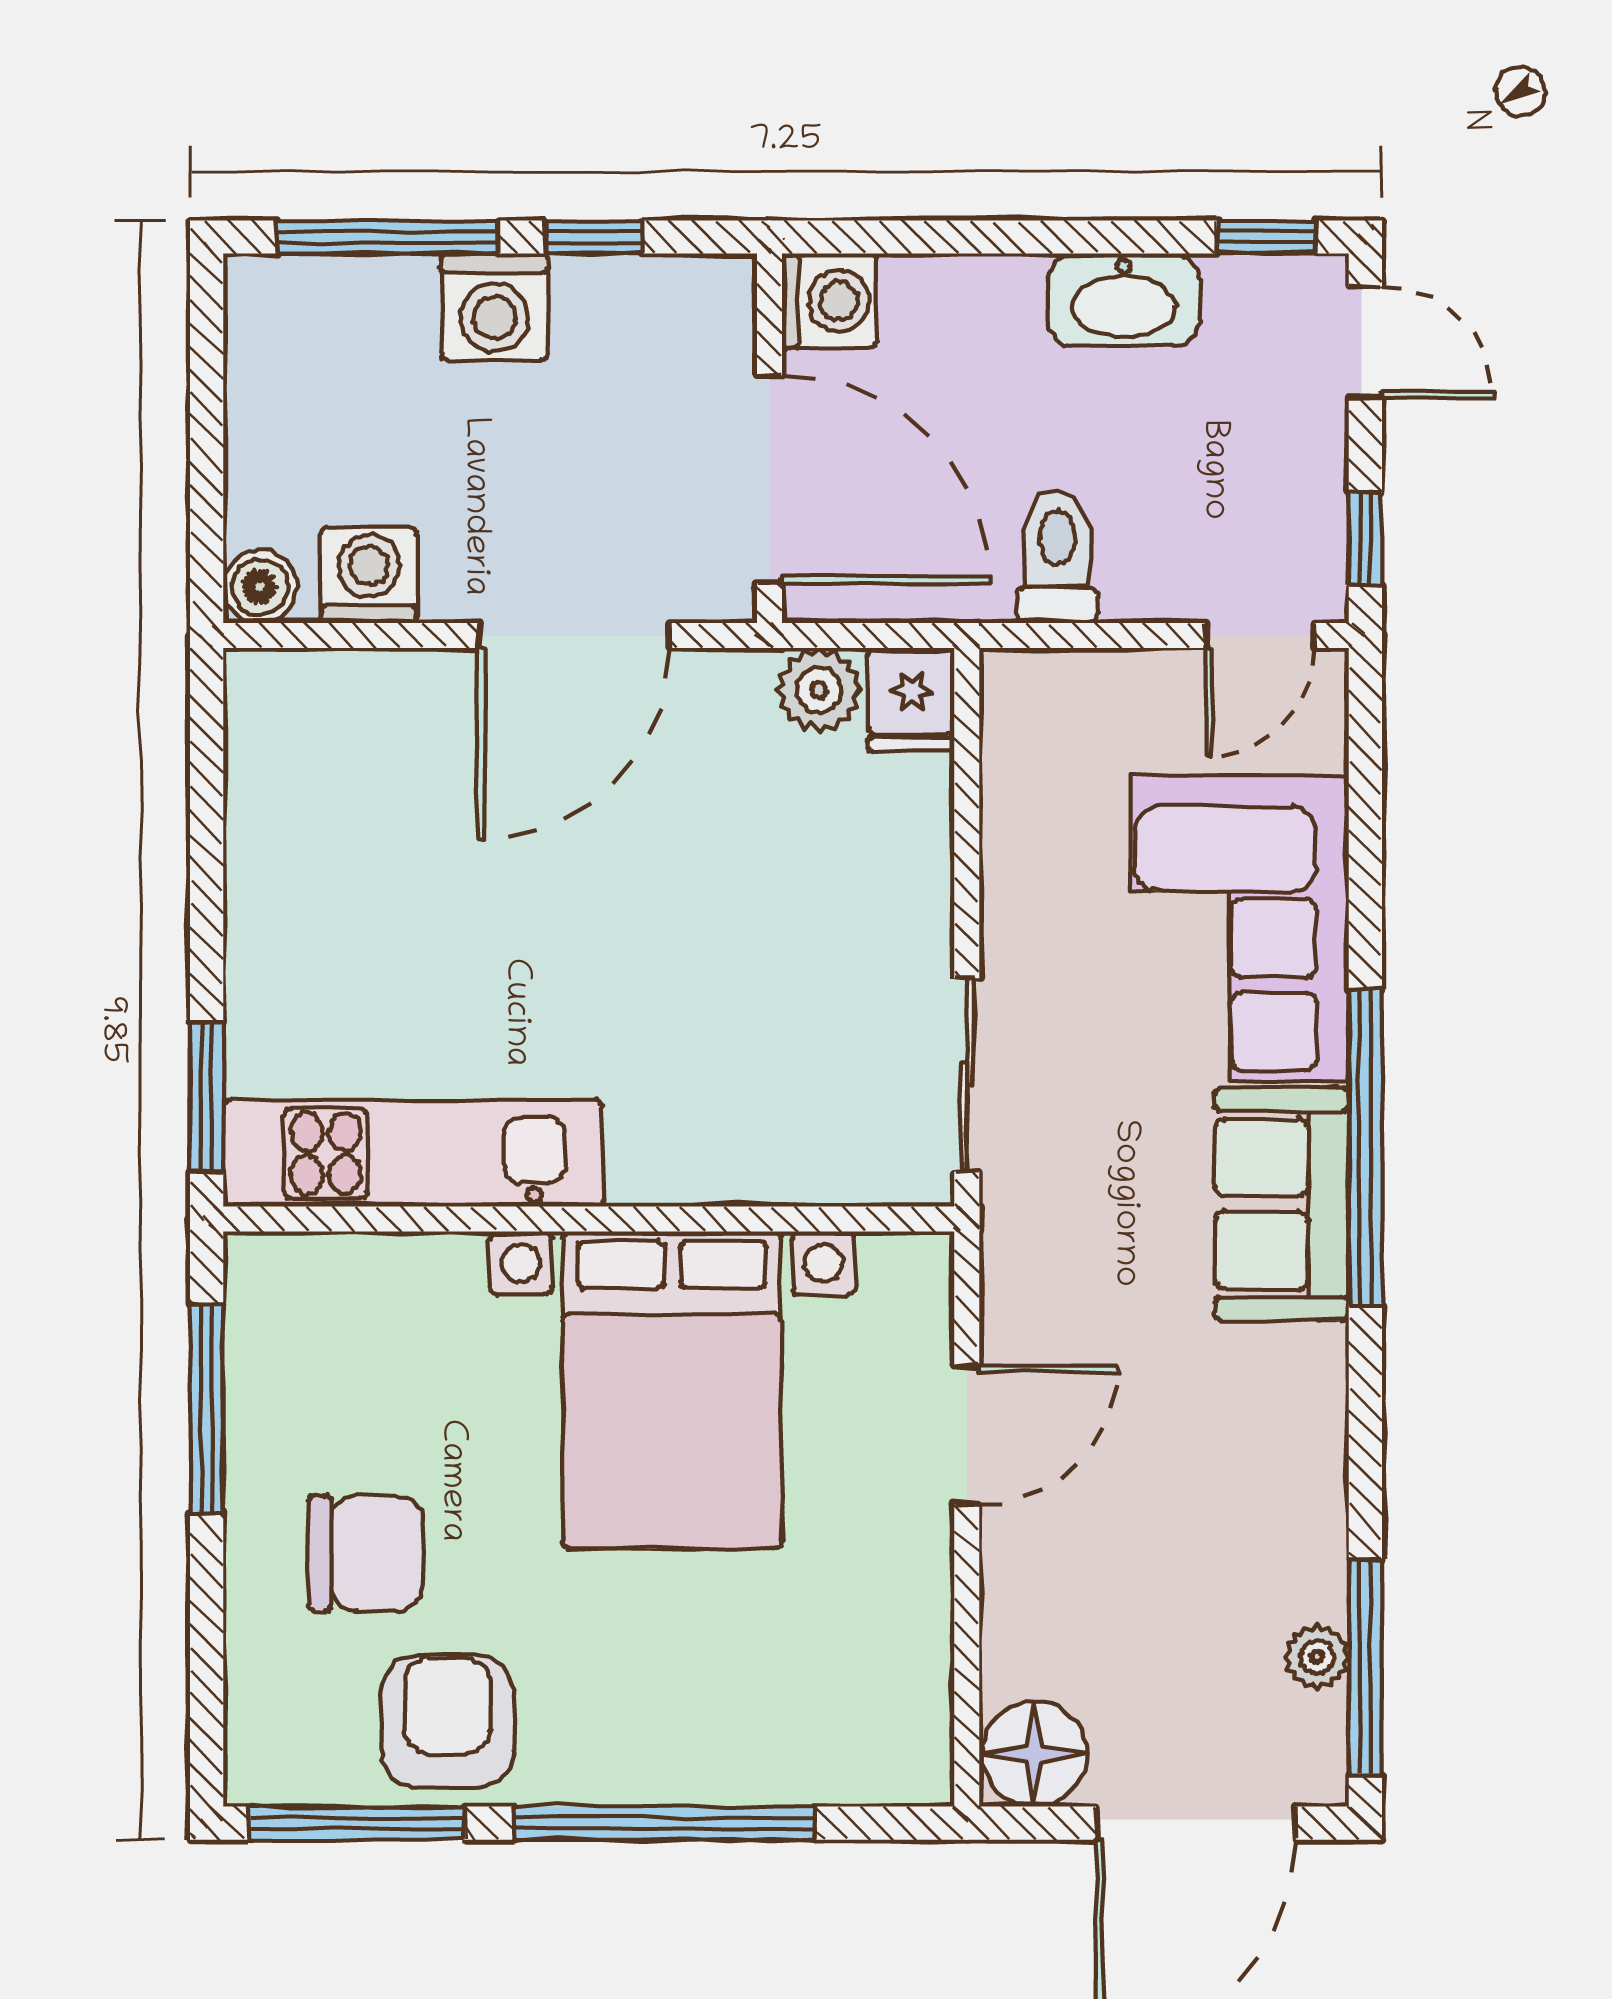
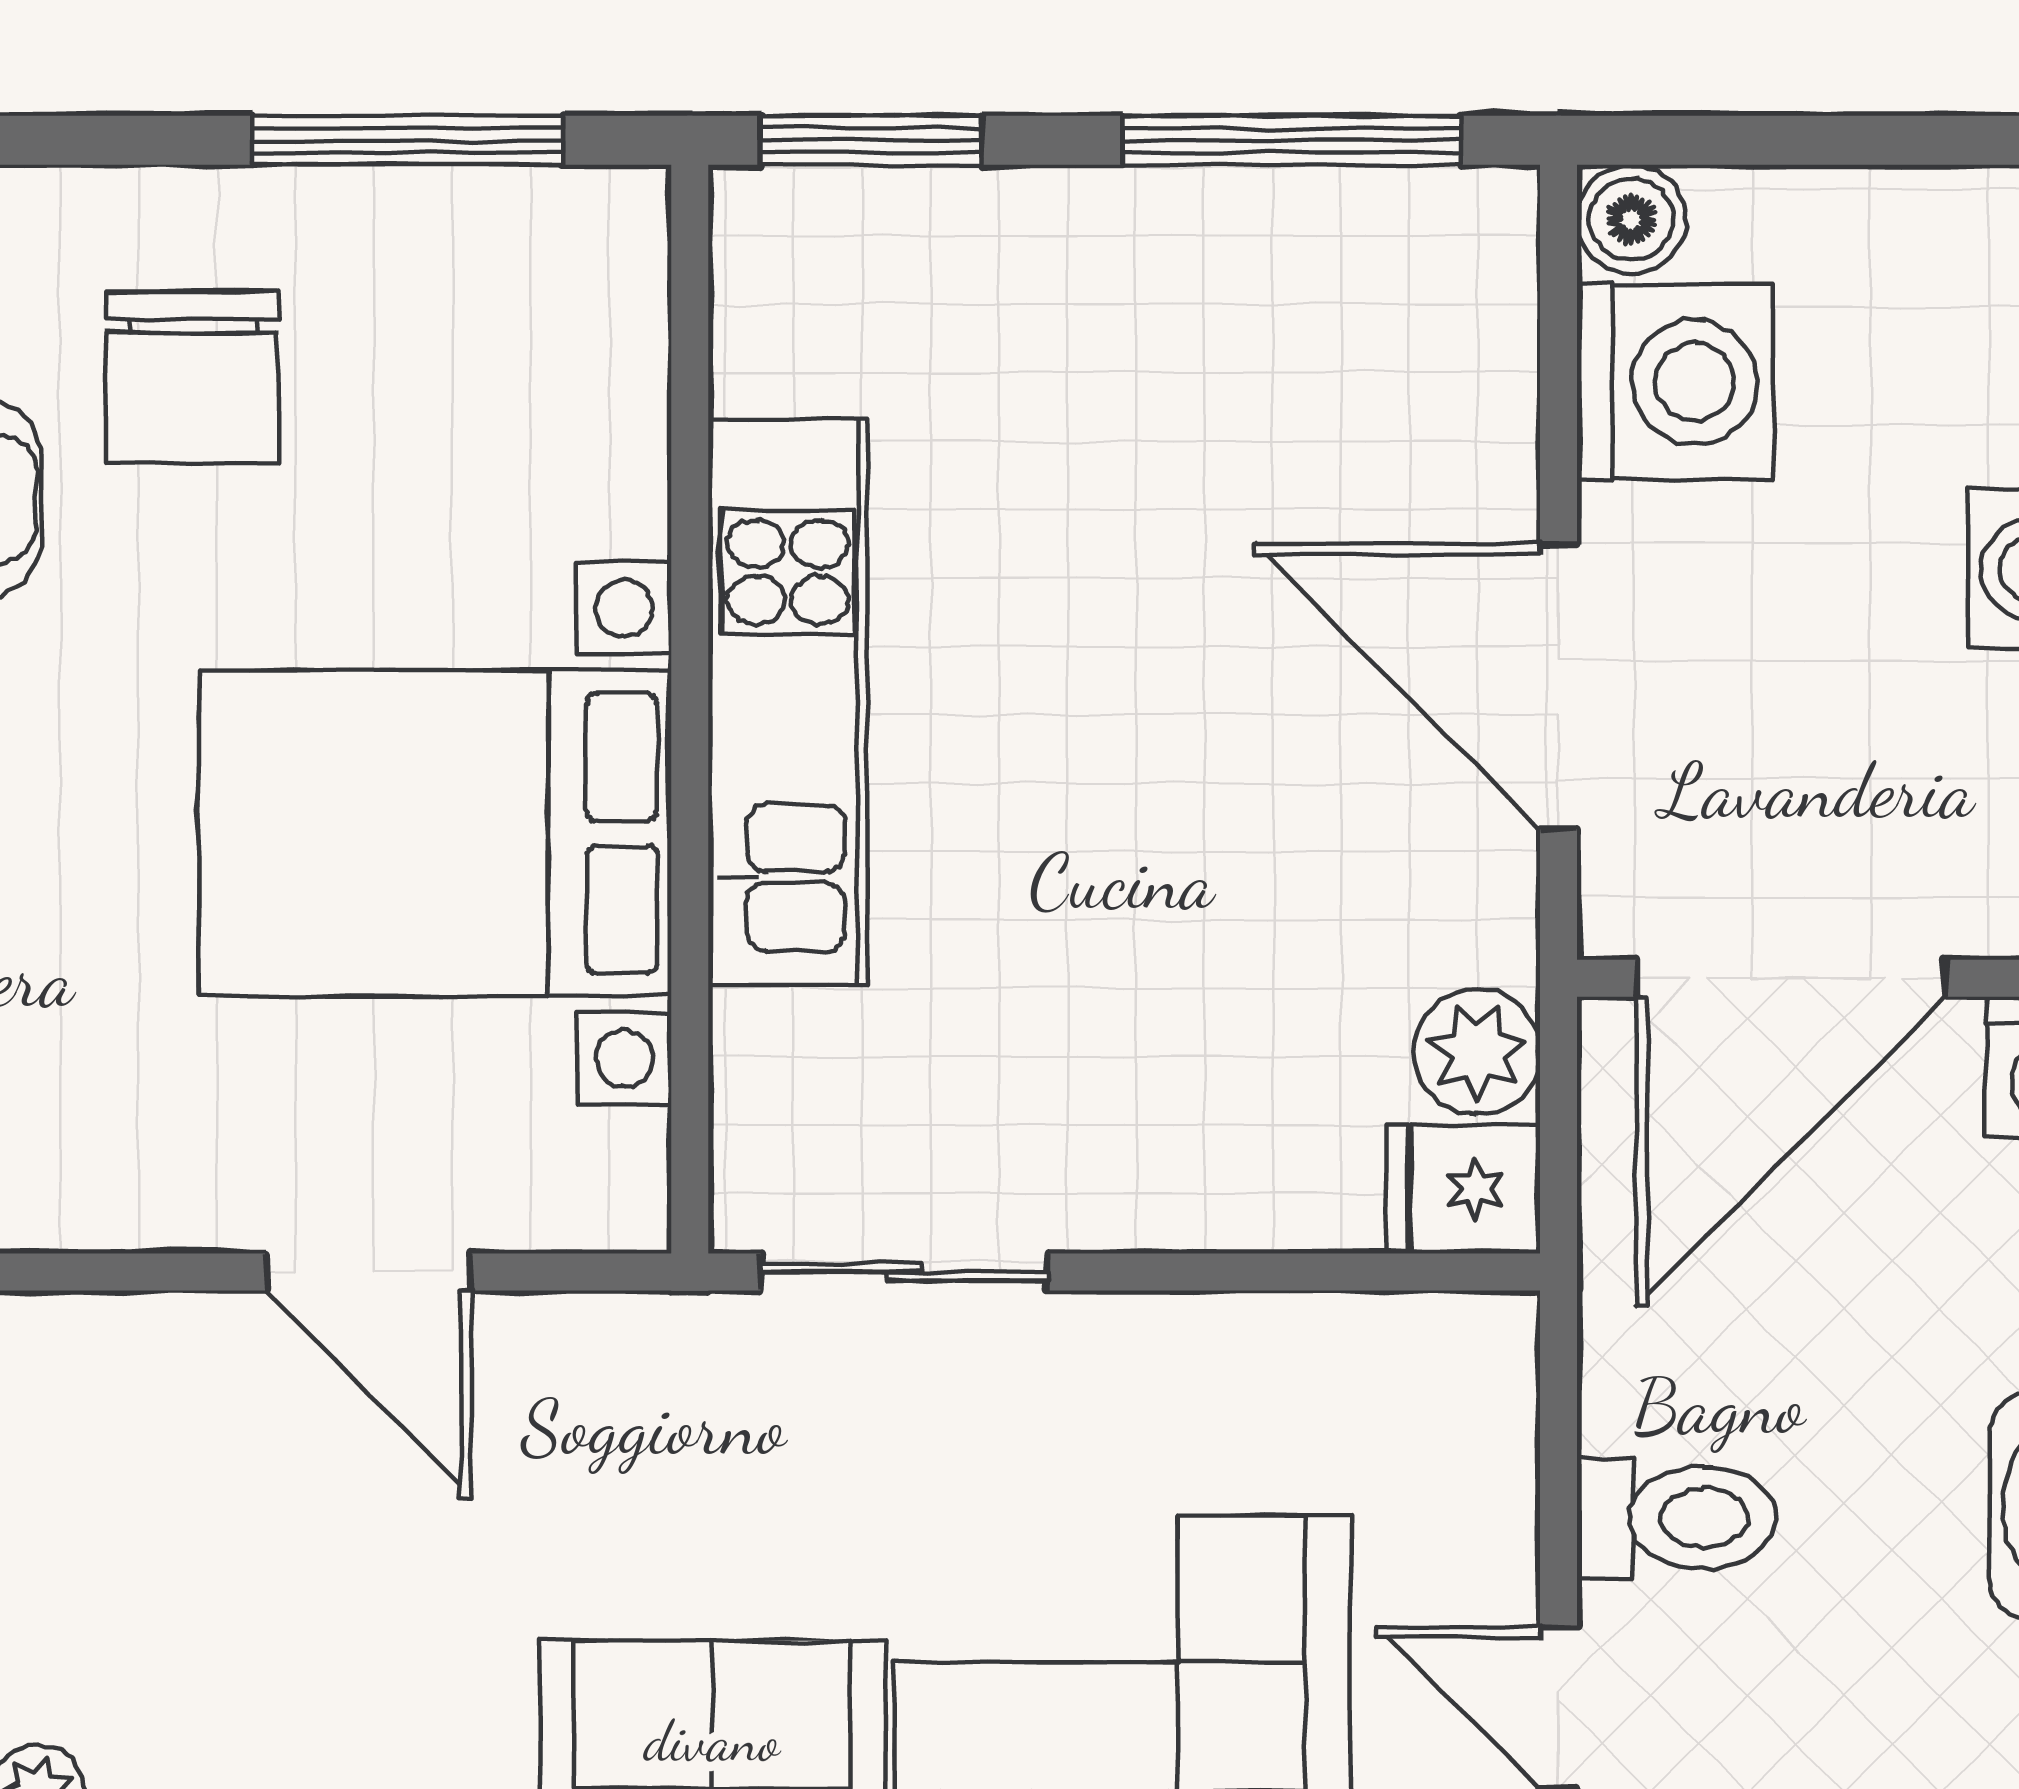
toilet: (1057, 556) -> (1676, 1518), moved
washing machine: (369, 575) -> (1675, 382), width x1.37, depth x1.37
window: (207, 815) -> (1292, 140), added
kitchen unit: (413, 1153) -> (788, 702), moved

